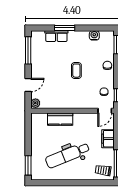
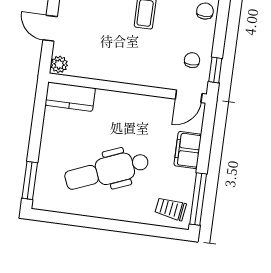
door: (28, 85) -> (50, 28), swing flipped
kitchen counter: (60, 119) -> (70, 97), moved

